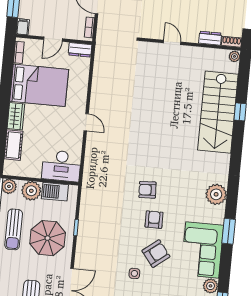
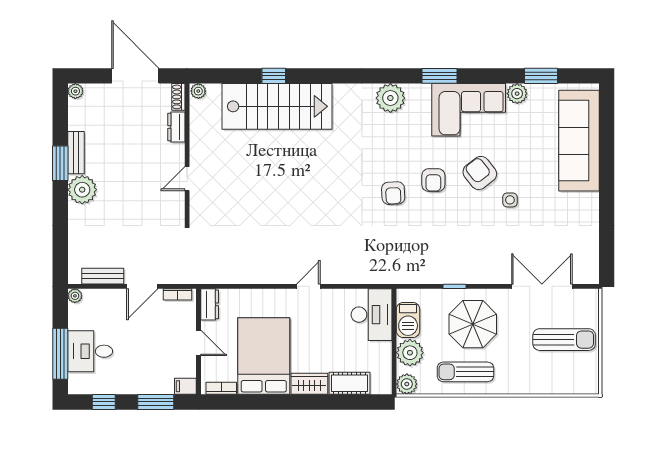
armchair: (154, 220) -> (433, 180), turned -90
sun lounger: (14, 229) -> (465, 372), turned 180

